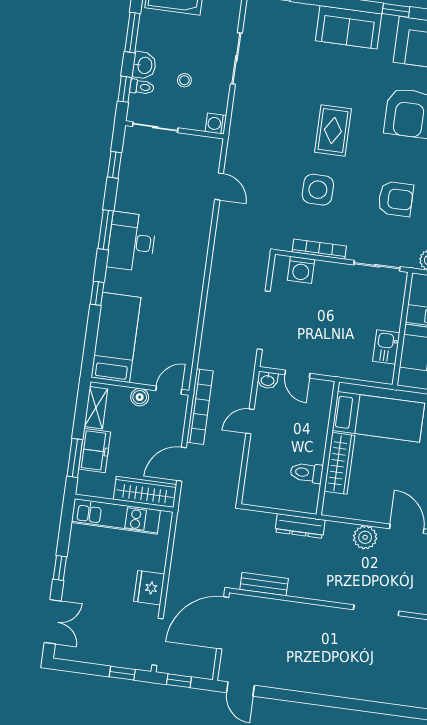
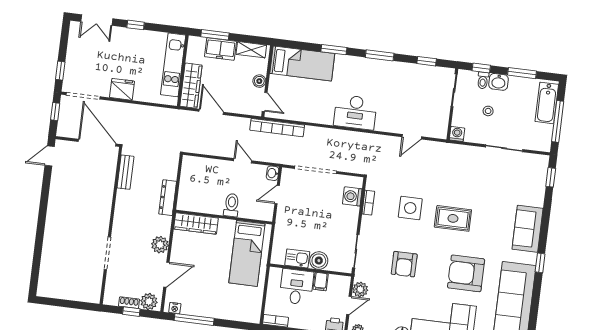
desk: (132, 242) -> (355, 112), moved, turned 180
bookcase: (319, 249) -> (368, 203), width x0.64
window: (97, 293) -> (334, 50), width x1.50
boiler: (389, 317) -> (319, 261), added
bookcase: (200, 407) -> (277, 128), moved
wardrobe: (339, 463) -> (196, 224), moved
toilet: (306, 473) -> (232, 205), moved

